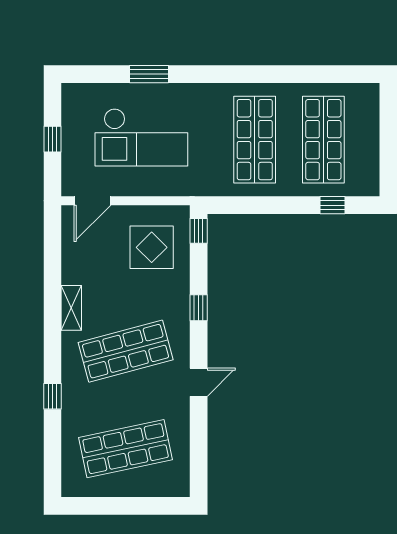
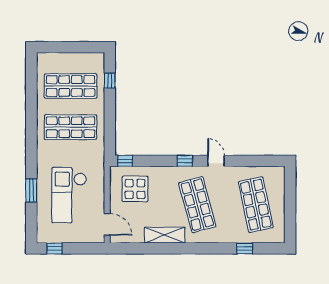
checkout: (141, 137) -> (69, 195), turned 180
window: (52, 139) -> (54, 248), moved
shelving: (71, 308) -> (165, 235), width x1.50, depth x1.33
window: (199, 308) -> (185, 161), moved
window: (52, 396) -> (245, 248), moved

